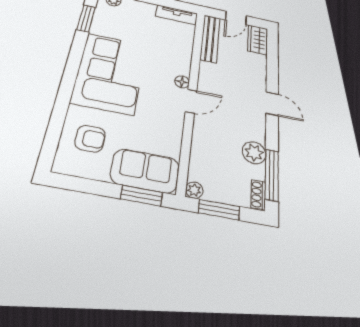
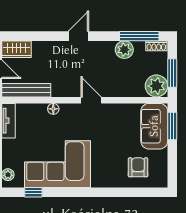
window: (86, 18) -> (33, 192), width x0.67
corner sofa: (110, 73) -> (58, 164), moved
floor lamp: (182, 82) -> (53, 109), moved
plant: (194, 190) -> (156, 86), width x1.87, depth x1.87

